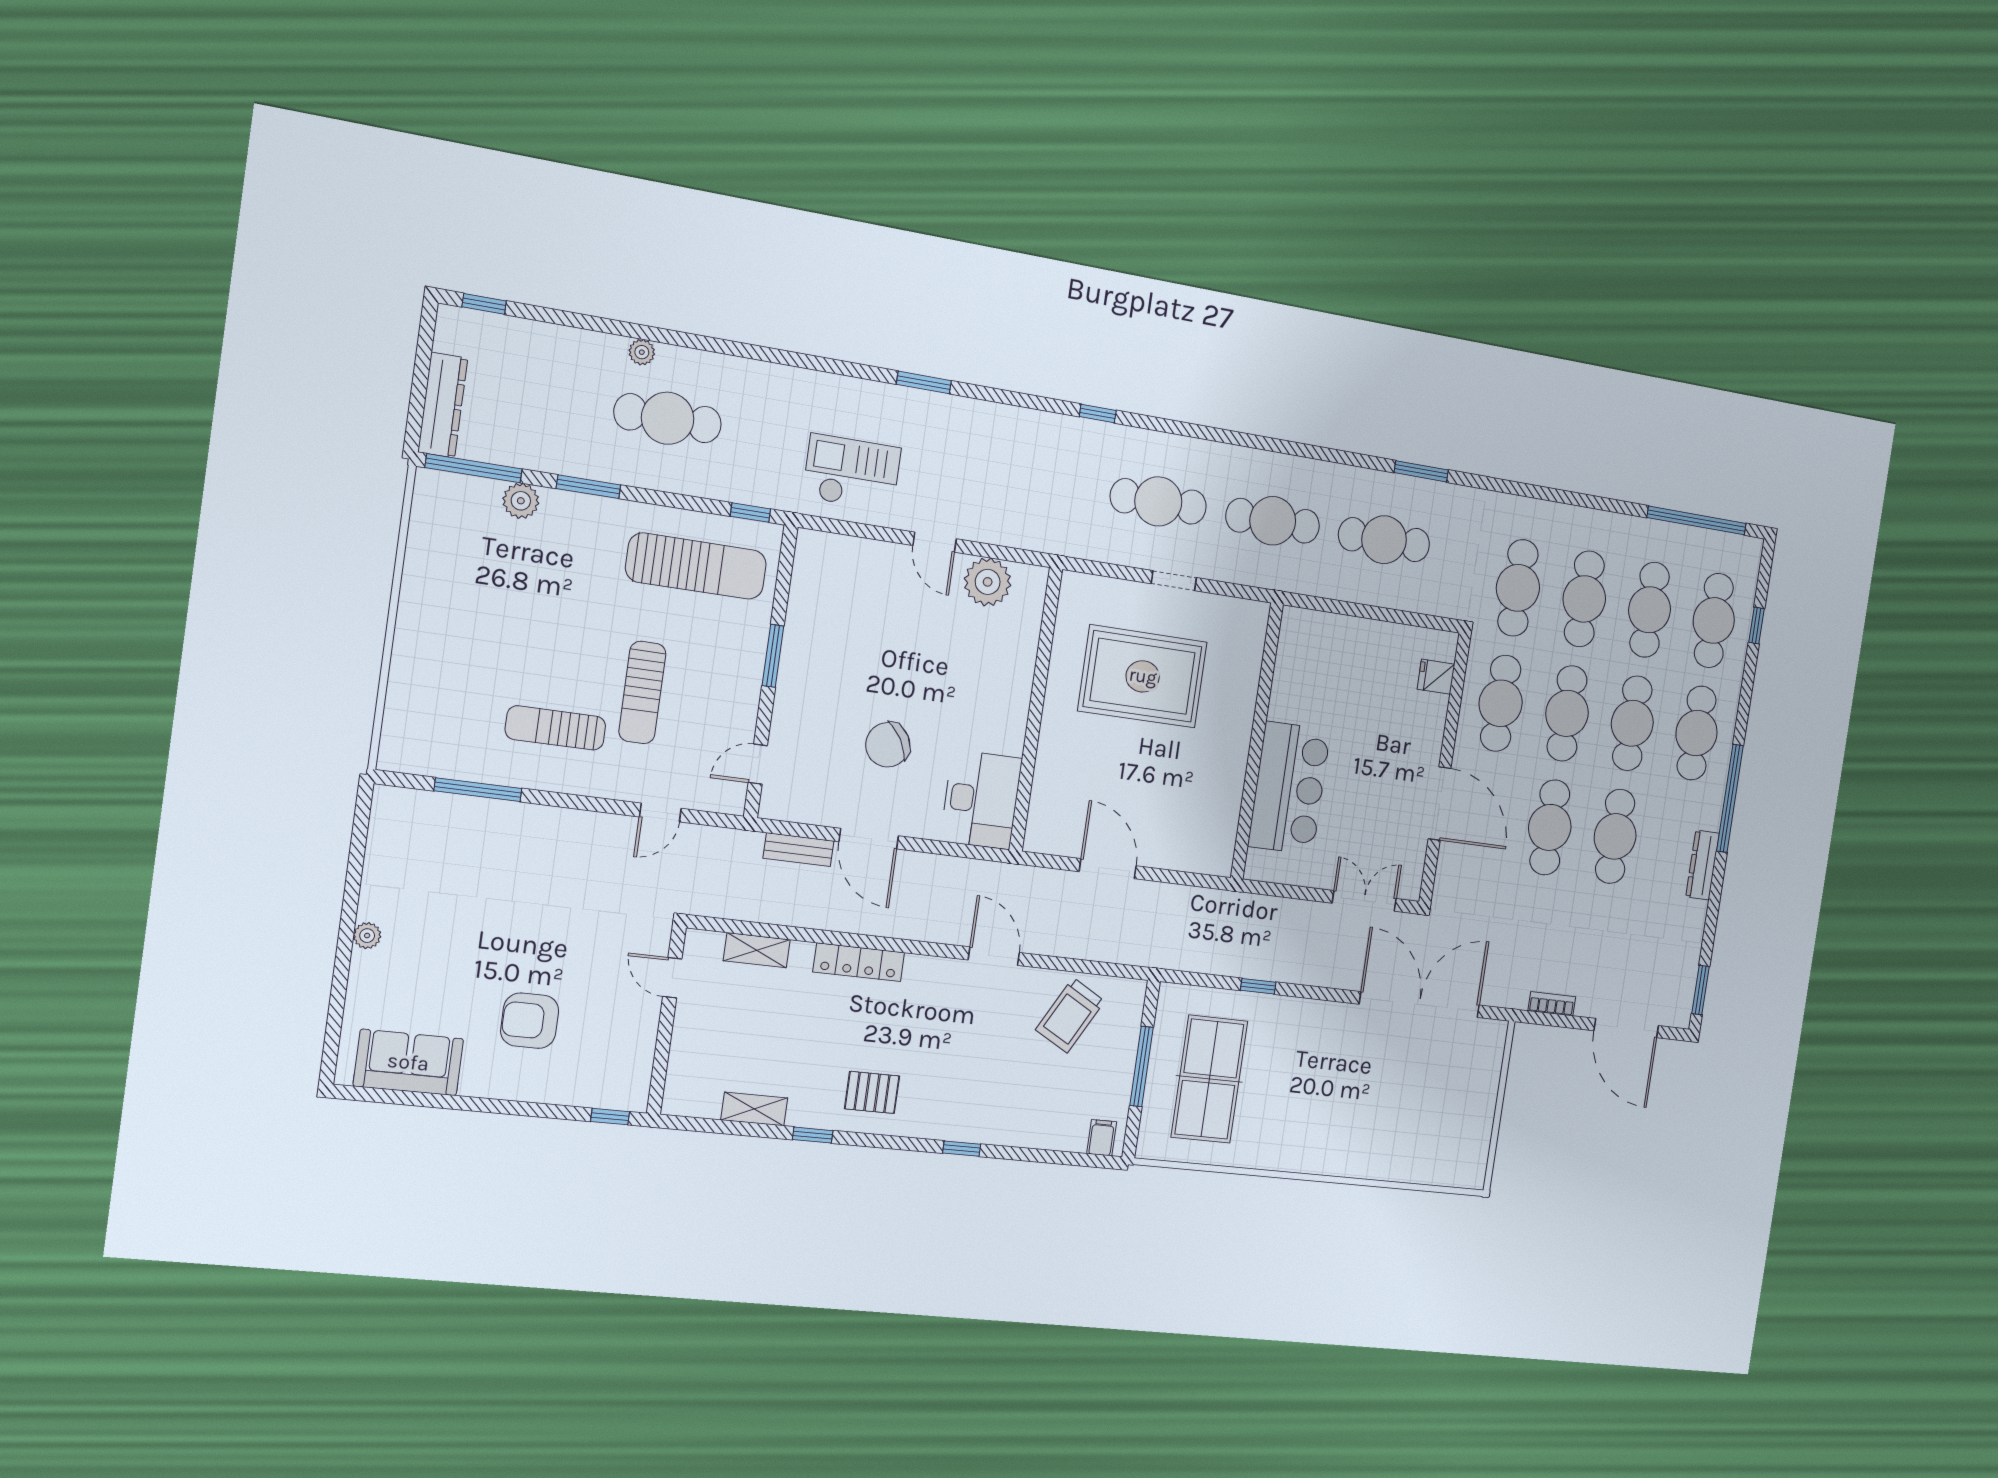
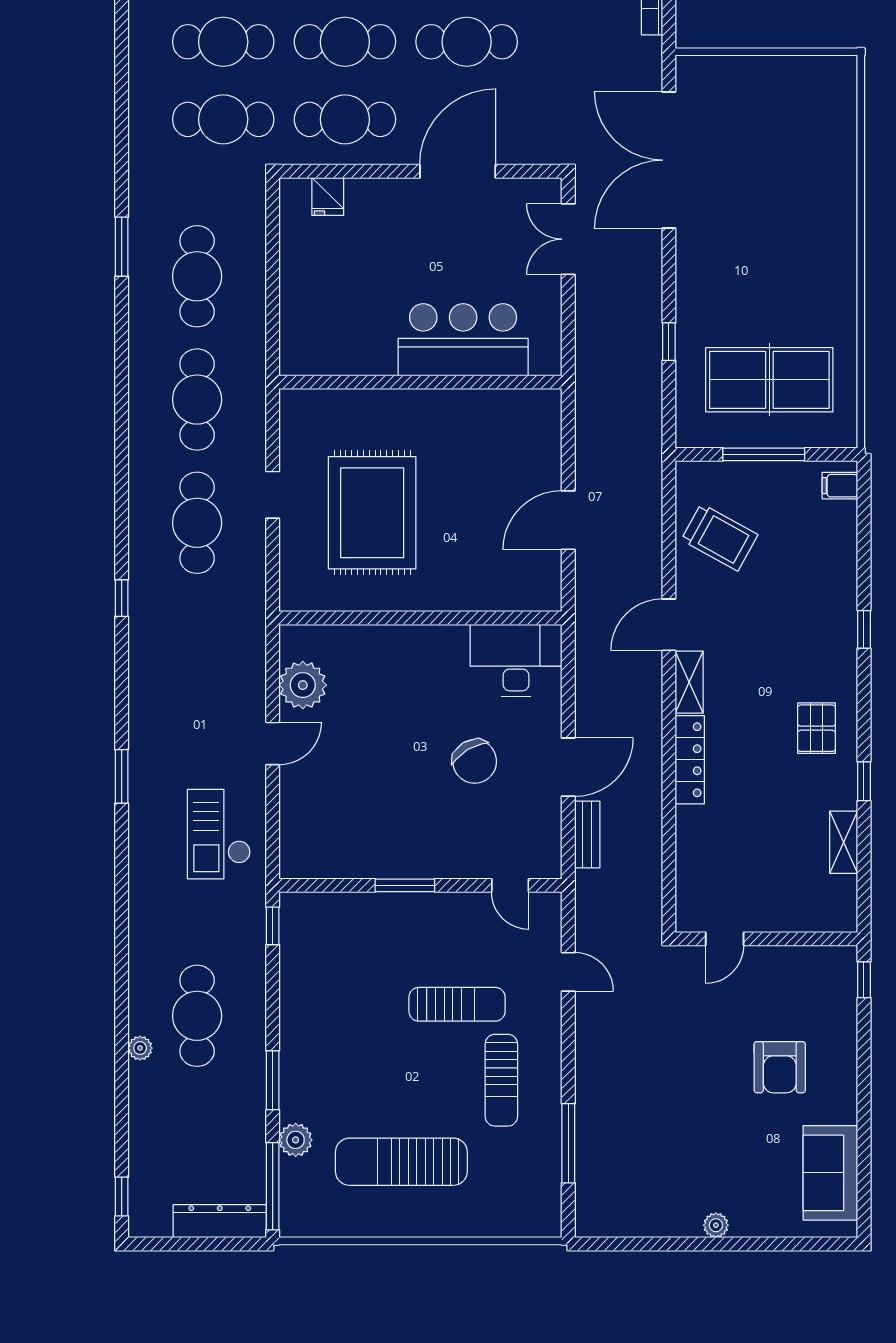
sun lounger: (696, 566) -> (401, 1162), moved, turned -90
shelving: (757, 950) -> (689, 682), moved

